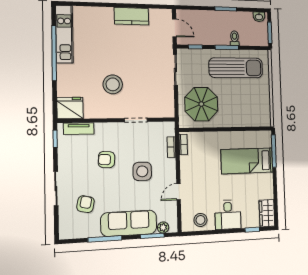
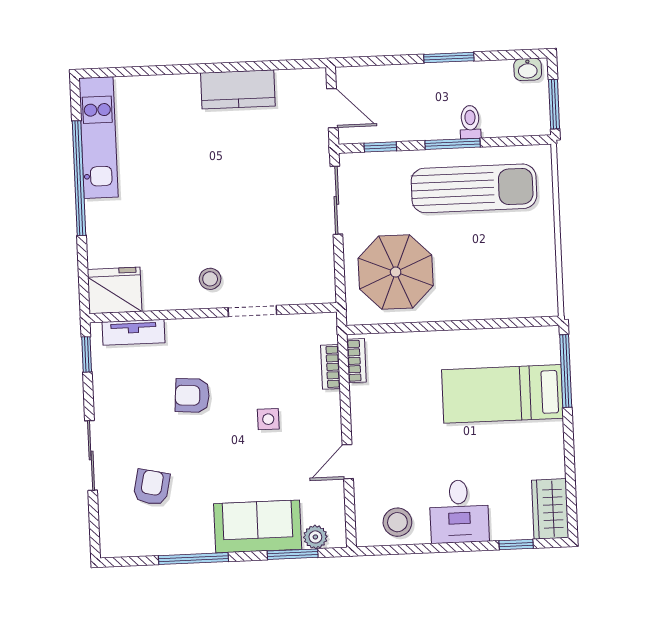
stool: (113, 84) -> (210, 279), moved, width x0.53, depth x0.53
side table: (142, 171) -> (268, 419), width x0.54, depth x0.54
sofa: (129, 223) -> (258, 527), width x0.73

